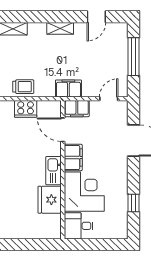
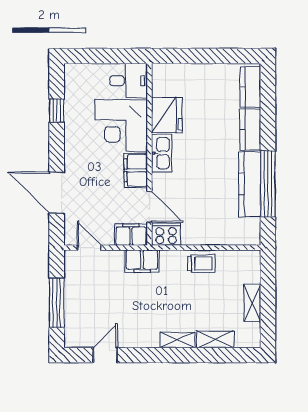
shelving: (60, 28) -> (177, 340), moved
trolley: (23, 87) -> (201, 263), turned 180
door: (109, 99) -> (89, 248), swing flipped
cooker: (26, 109) -> (166, 234), moved

